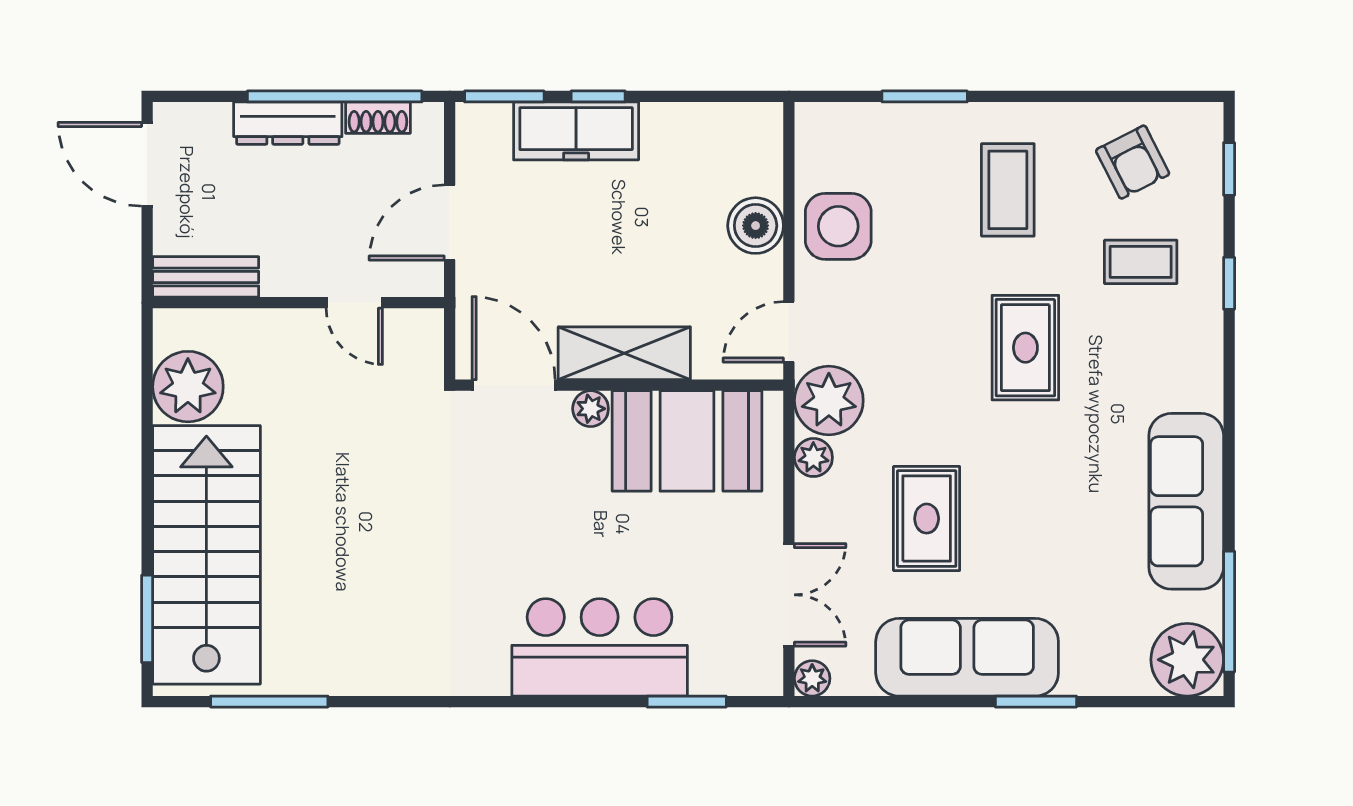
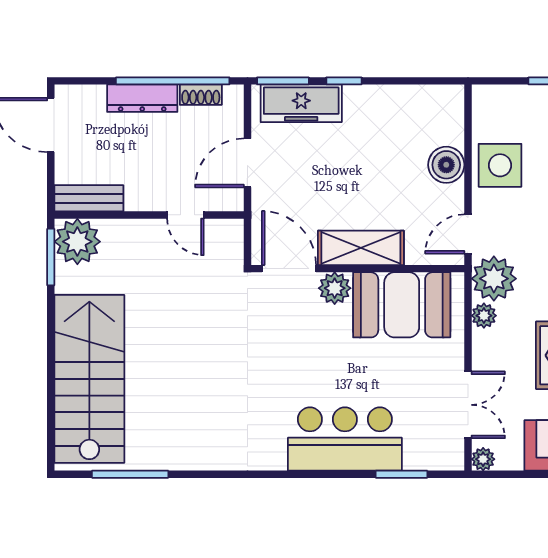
freezer: (576, 131) -> (301, 103), moved
plant: (188, 387) -> (77, 242), moved
plant: (591, 409) -> (335, 288), width x1.38, depth x1.38
window: (147, 619) -> (51, 257), moved

